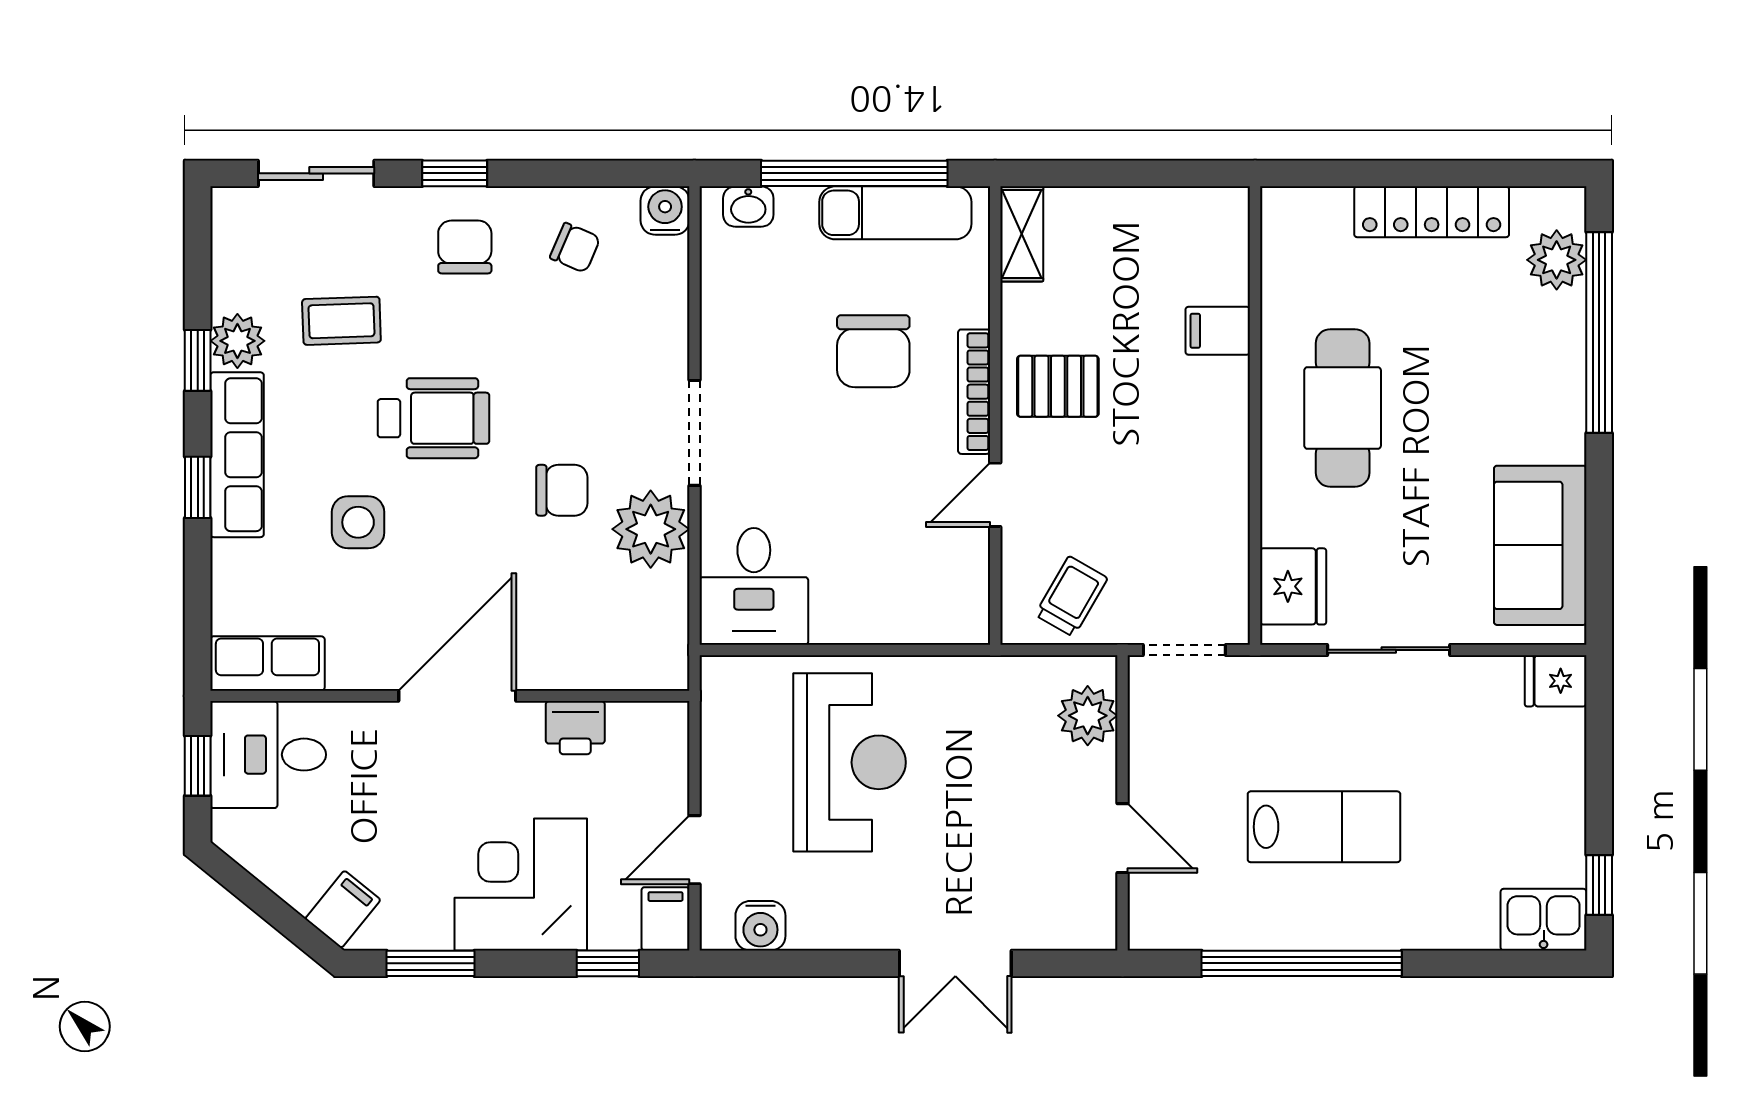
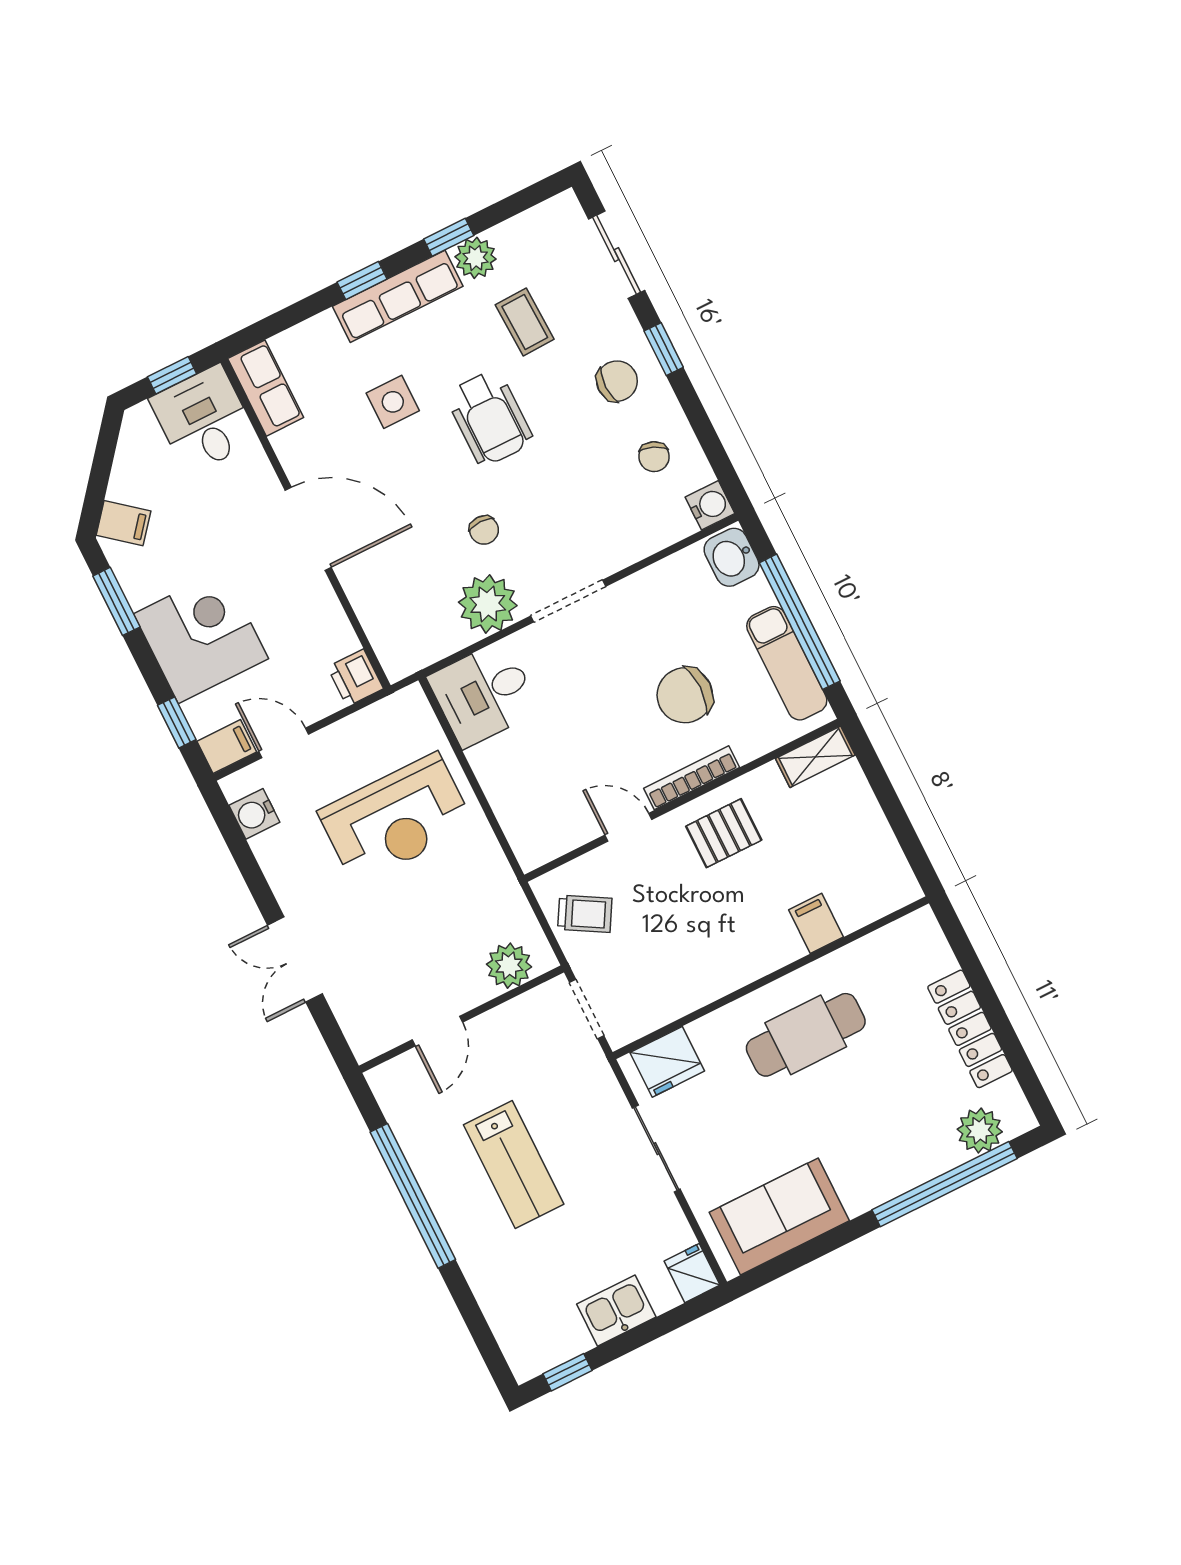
washbasin: (748, 207) -> (732, 557), width x1.38, depth x1.45
pallet: (1058, 386) -> (724, 833), turned 90
chair: (562, 490) -> (484, 530), width x0.73, depth x0.73
printer: (575, 728) -> (355, 678), moved
kitchen sink: (1544, 920) -> (616, 1311), moved, turned -90

